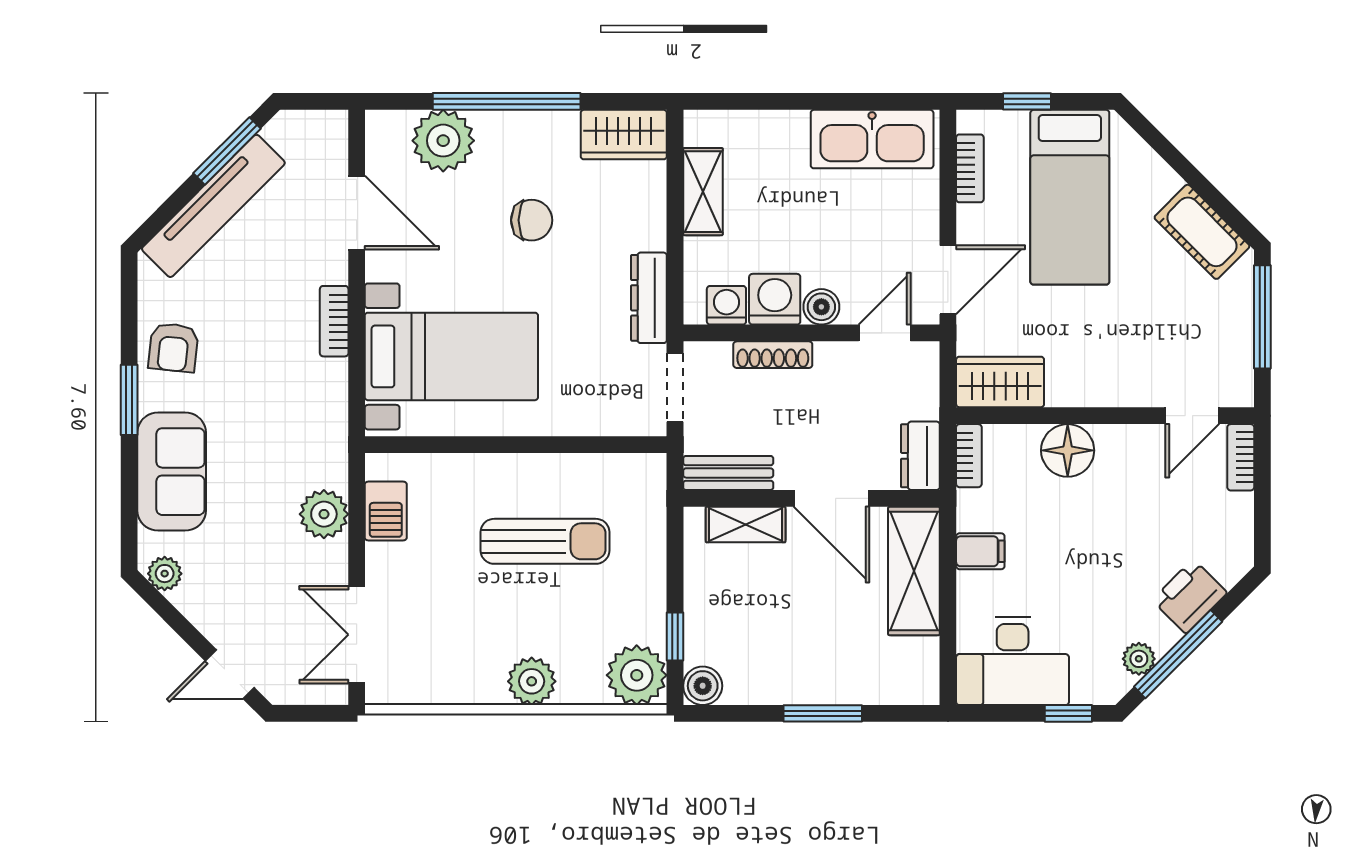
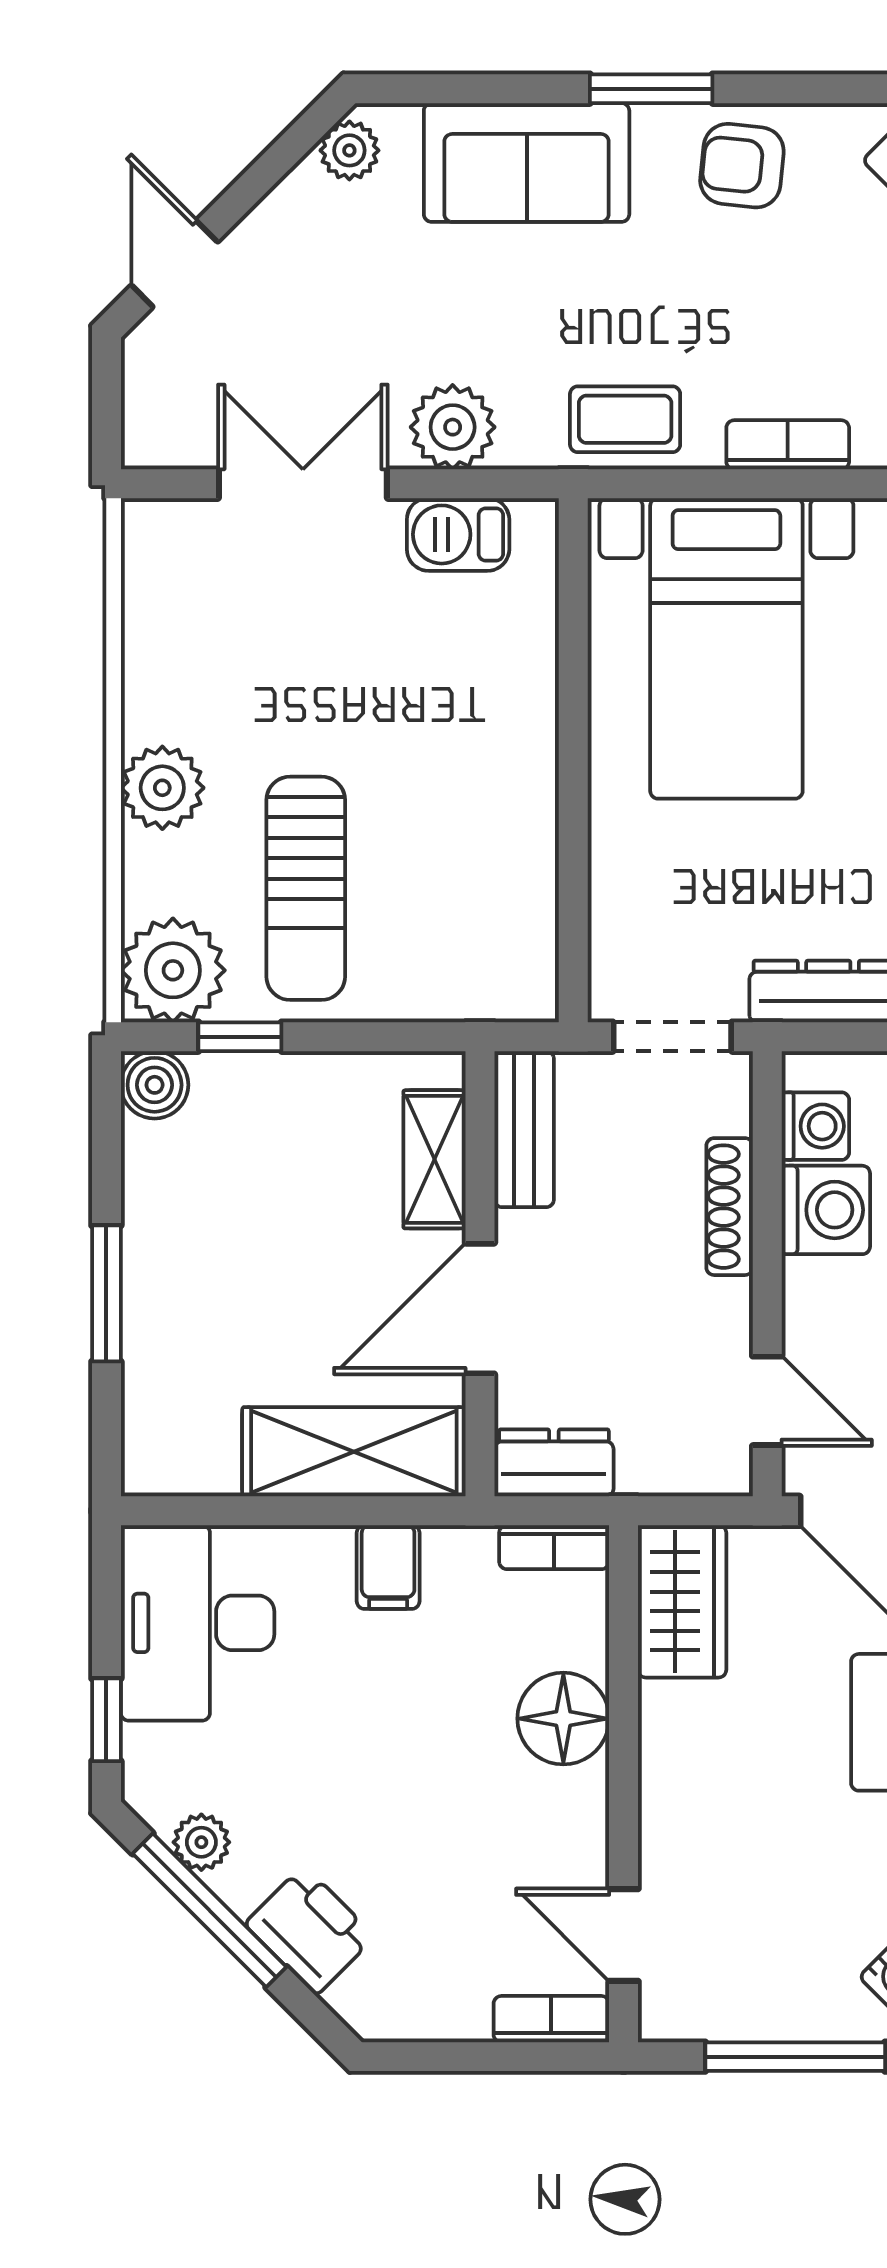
boiler: (821, 307) -> (813, 1291), removed
coffee table: (319, 415) -> (625, 419), added
sun lounger: (545, 541) -> (306, 888), moved
double door: (357, 635) -> (303, 484), moved

